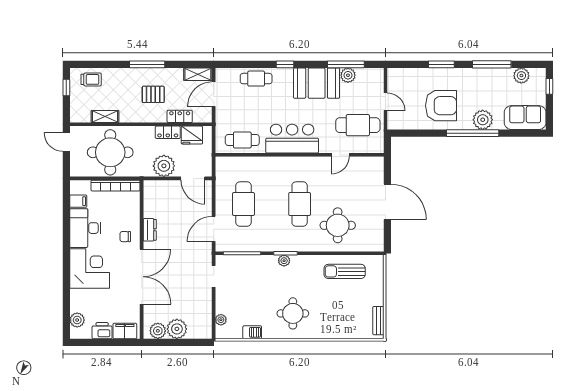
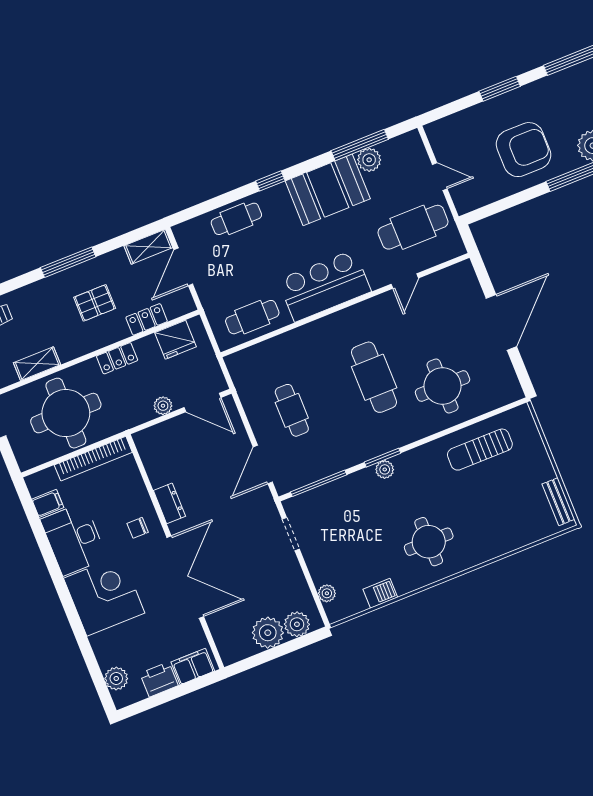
locker: (168, 132) -> (117, 358), moved
plant: (164, 166) -> (163, 406), width x0.53, depth x0.53
door: (387, 202) -> (501, 322), hinge flipped
cafe table: (243, 204) -> (292, 410), width x0.73, depth x0.74
plant: (158, 331) -> (297, 624), moved

